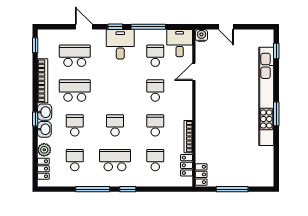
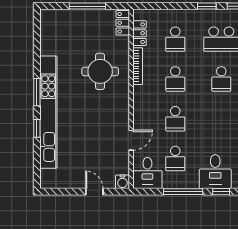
window: (276, 51) -> (37, 128), moved
round table: (221, 132) -> (100, 71), added

